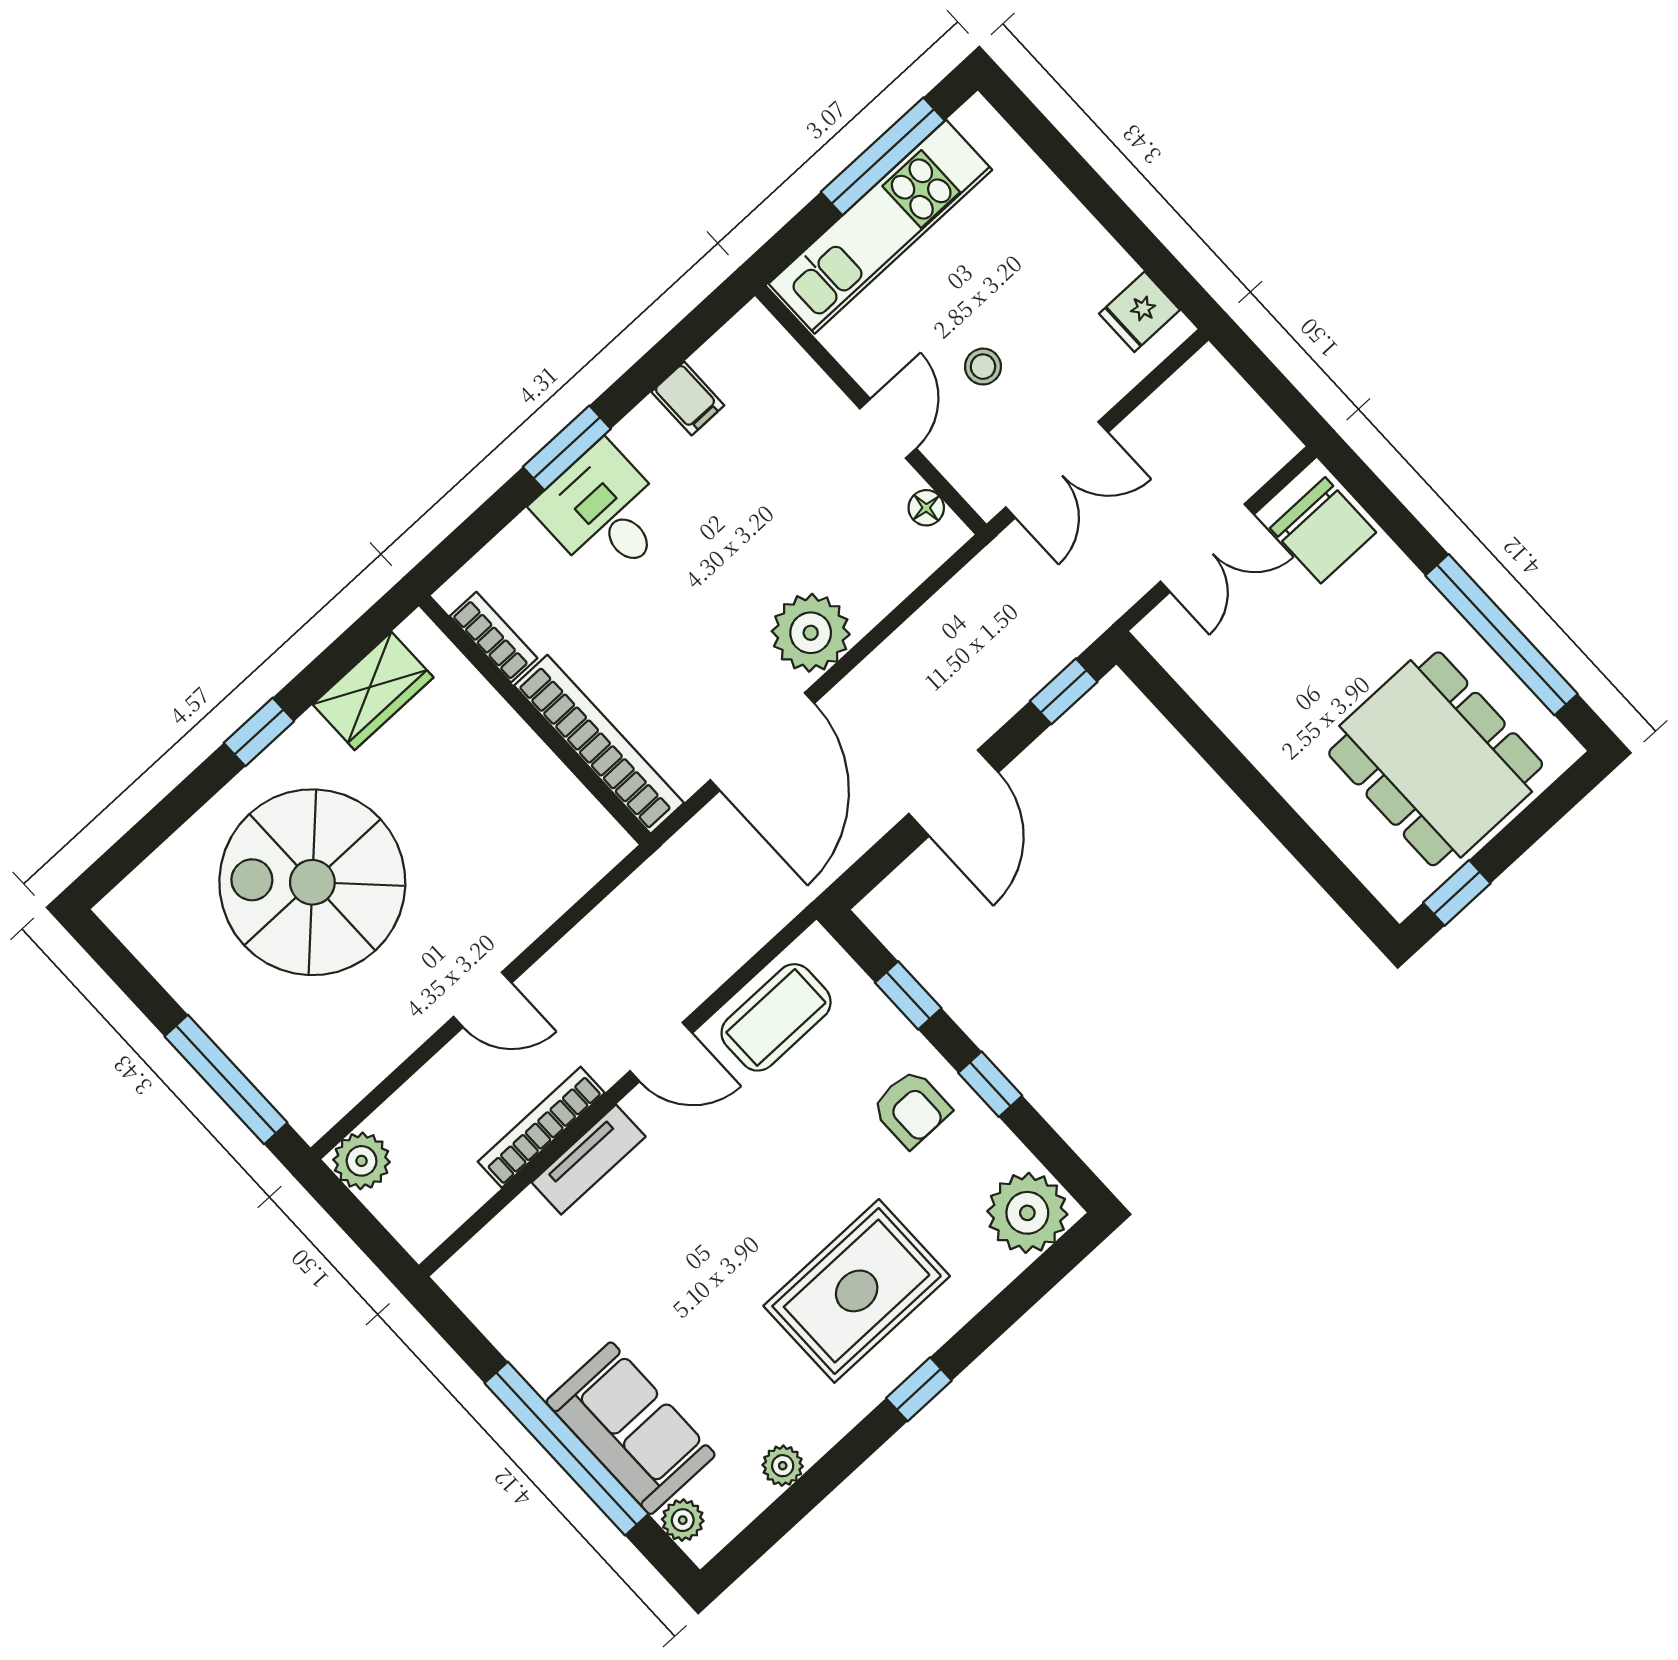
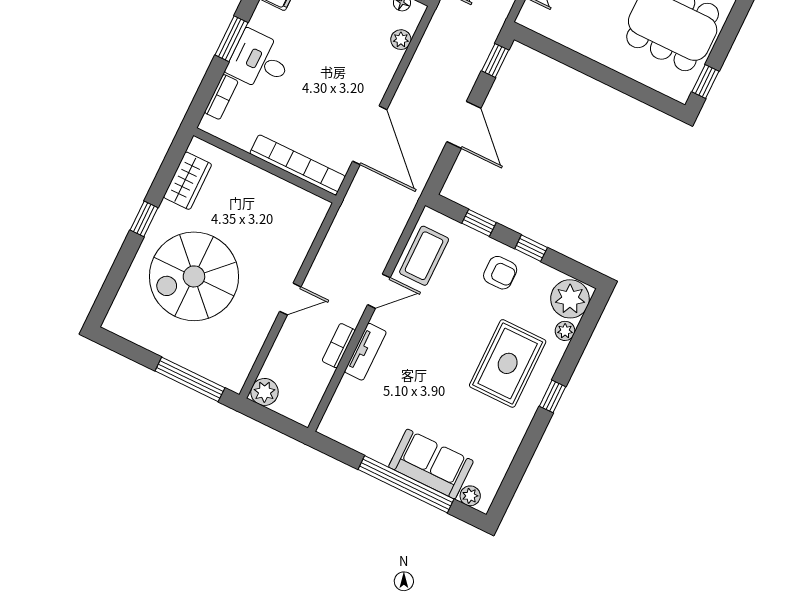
plant: (811, 633) -> (401, 40), moved, width x0.53, depth x0.53
bookcase: (494, 637) -> (221, 97), moved, turned 90
bookcase: (541, 1127) -> (339, 346), width x0.64
plant: (783, 1466) -> (565, 331), moved

